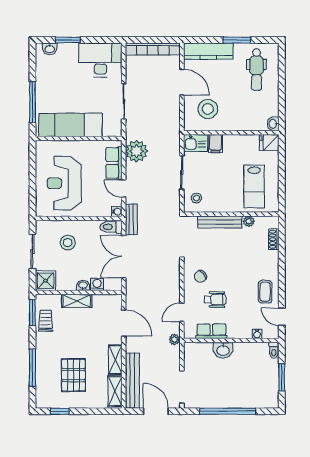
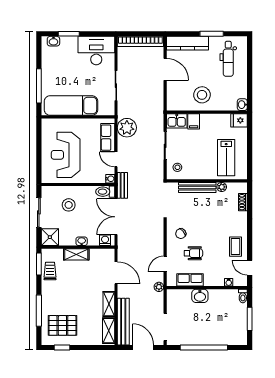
stool: (208, 109) -> (202, 95), moved
washing machine: (97, 284) -> (105, 240), moved
pallet: (73, 375) -> (62, 325), moved, turned 90

